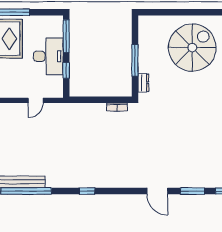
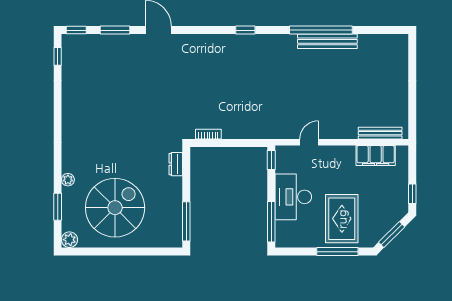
spiral stairs: (192, 48) -> (115, 208), turned 180
window: (135, 60) -> (186, 221), moved
window: (66, 70) -> (271, 160), moved

